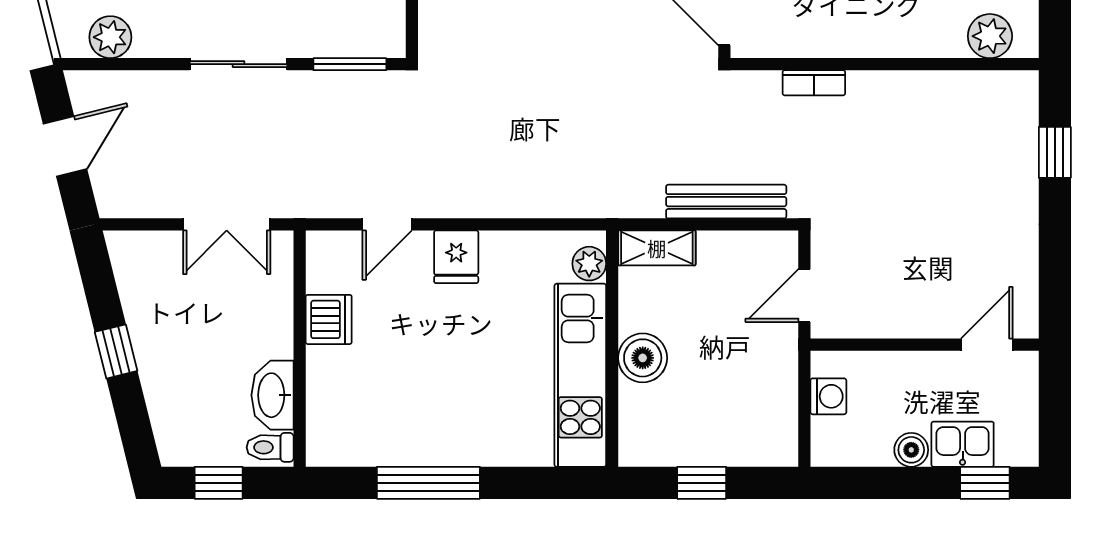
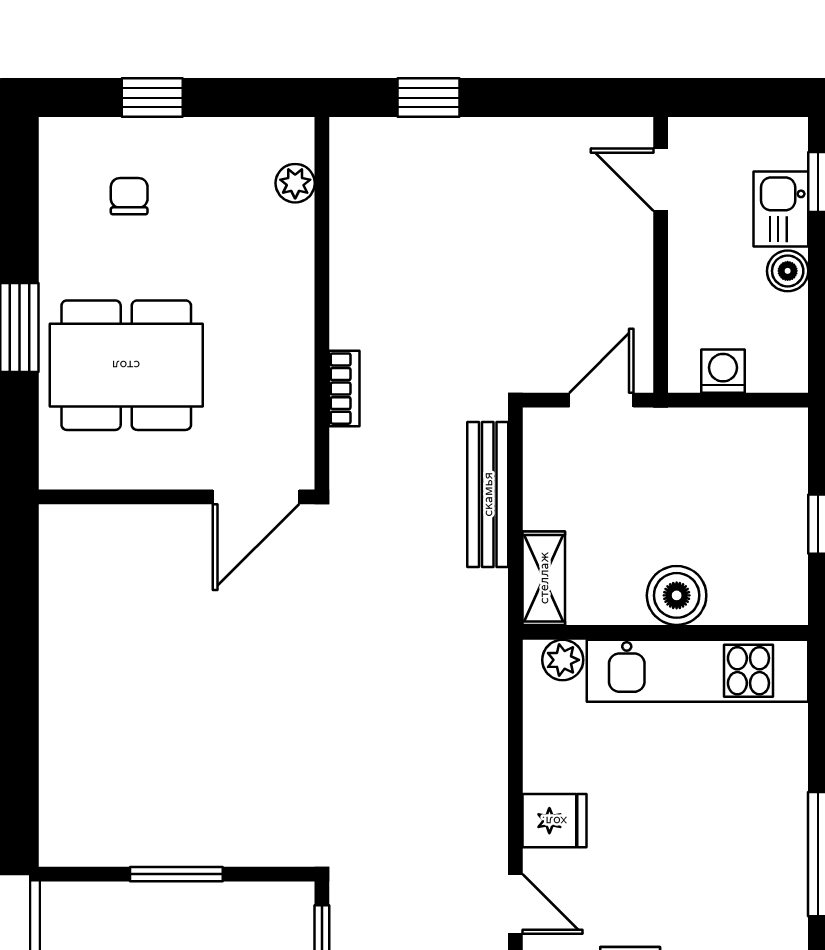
plant: (990, 36) -> (295, 183), width x0.73, depth x0.73
door: (804, 296) -> (601, 400), swing flipped

